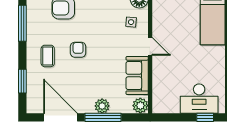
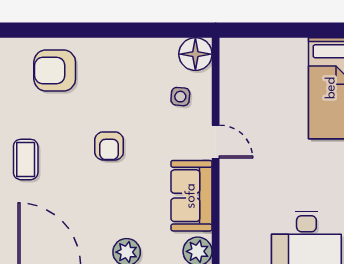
armchair: (78, 50) -> (109, 146), moved, turned 180

